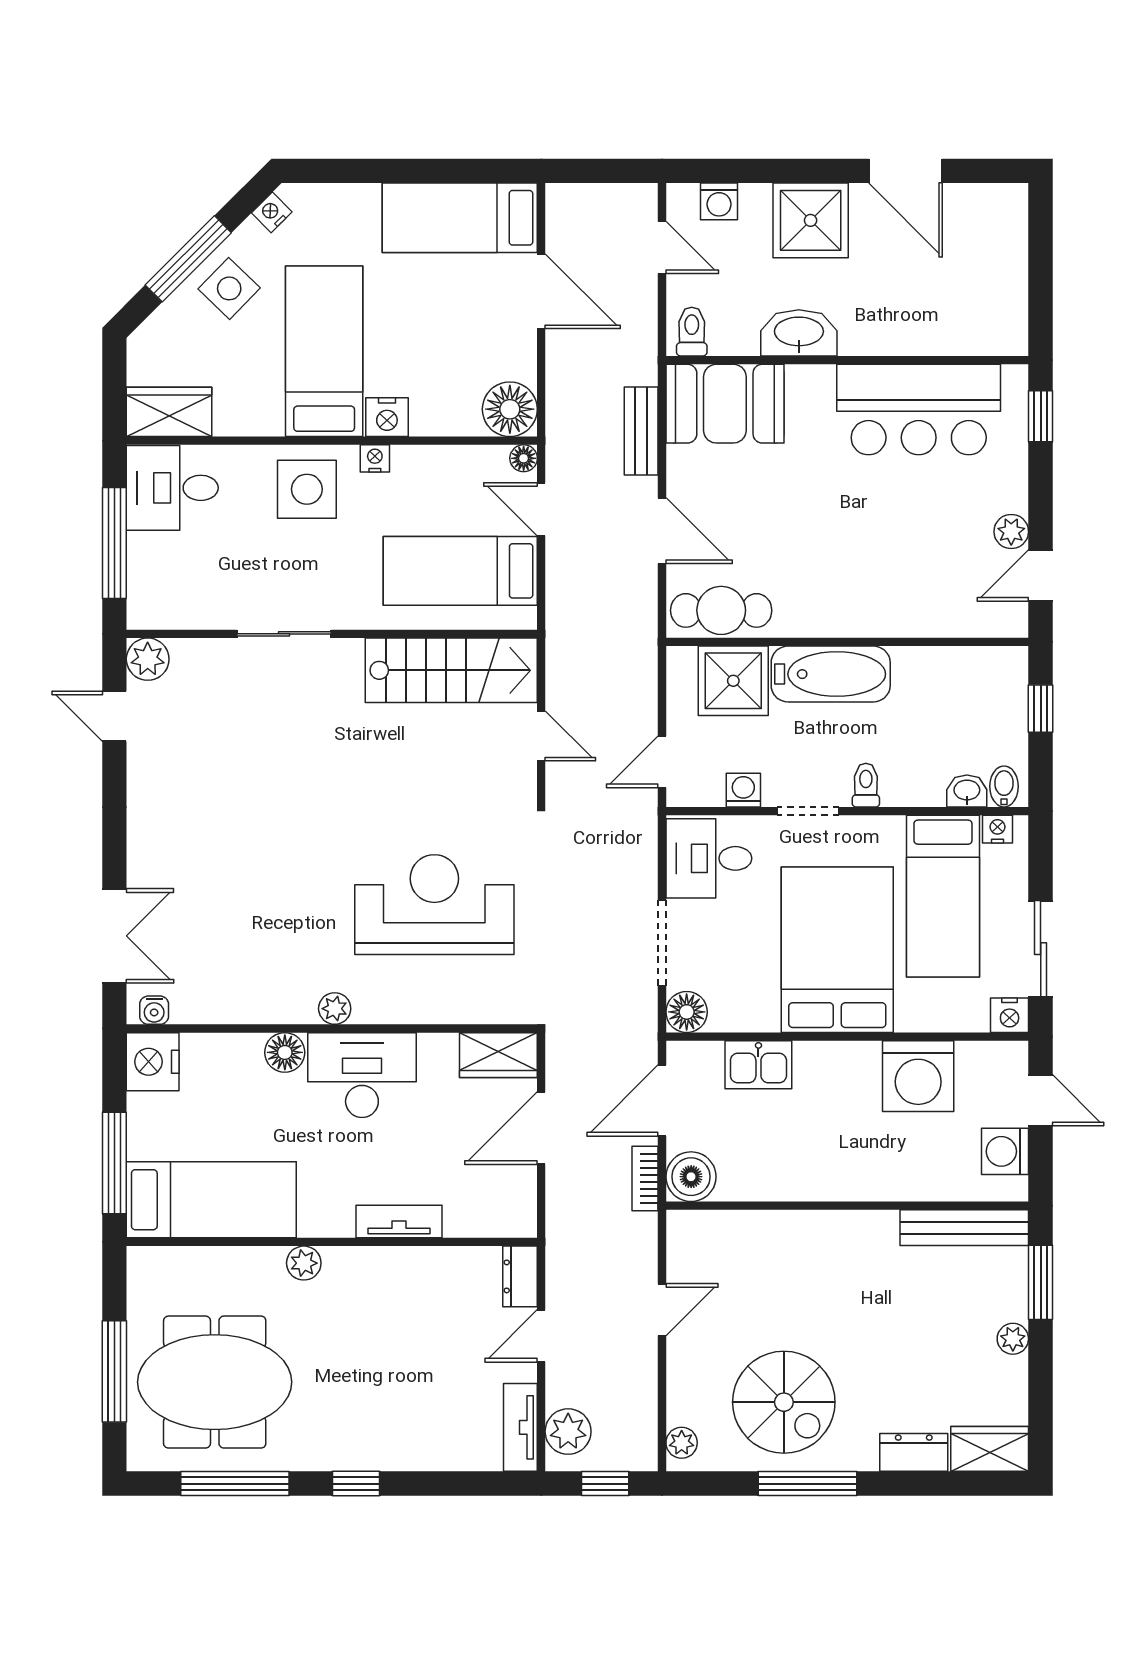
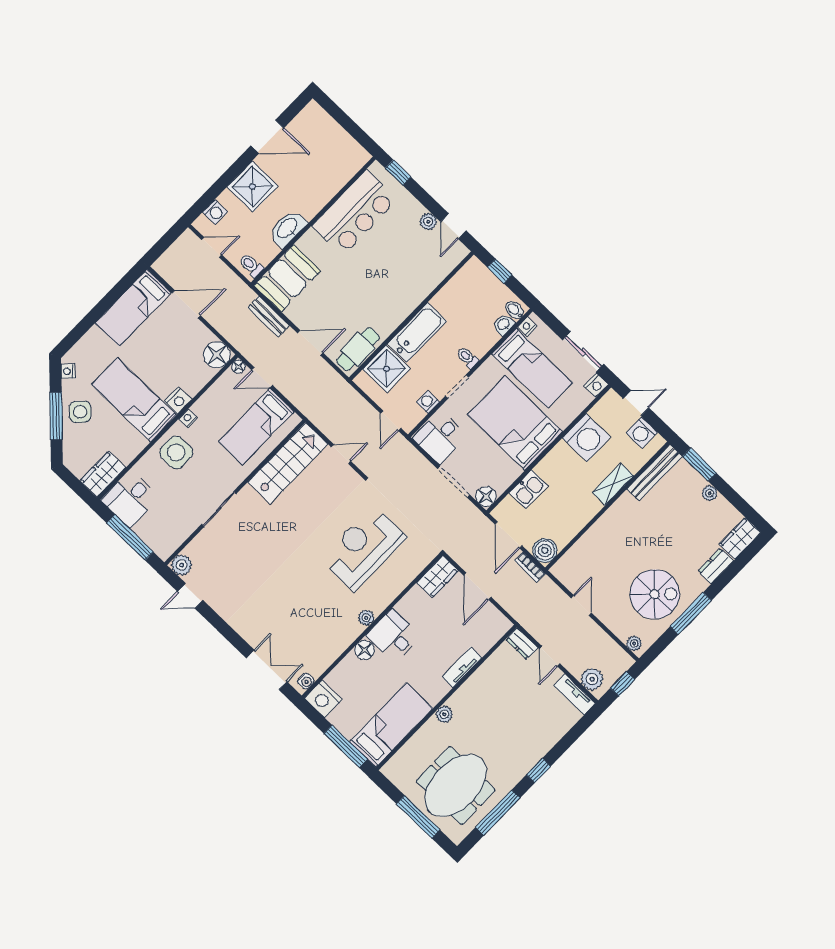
desk: (362, 1075) -> (394, 636), width x0.73
shelving: (887, 1183) -> (613, 484), added

